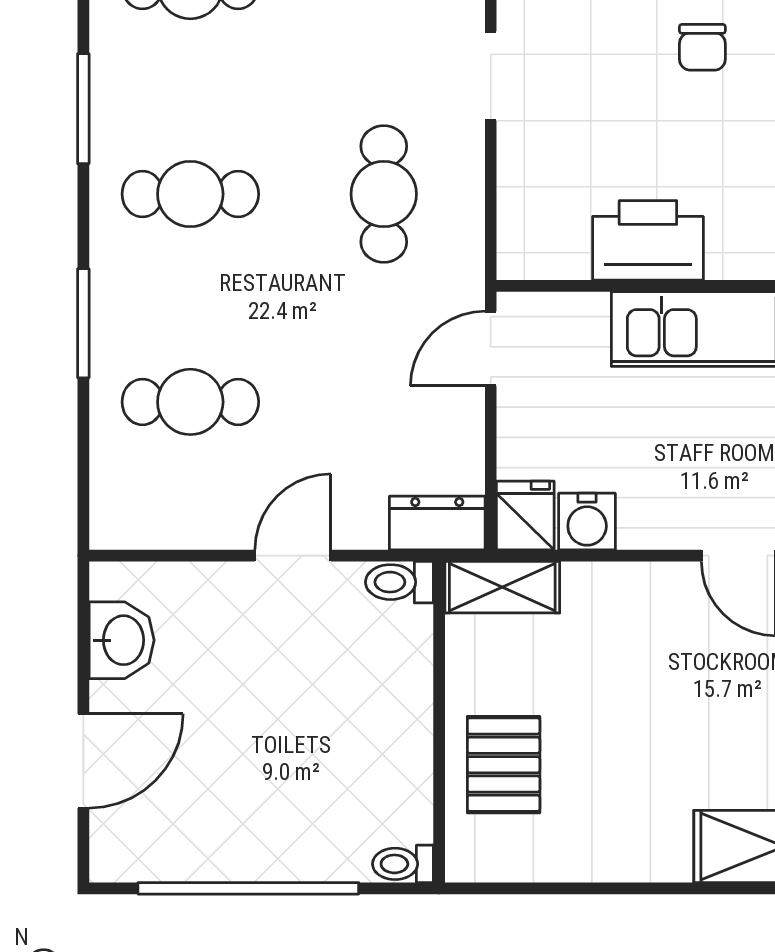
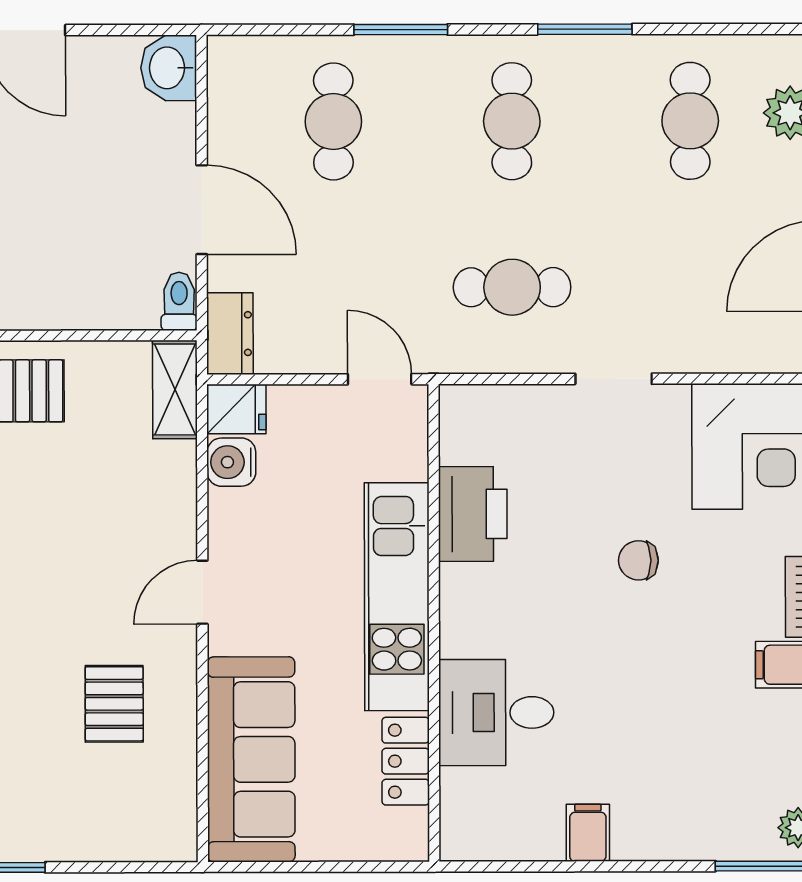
door: (293, 556) -> (202, 210), width x1.38
washbasin: (122, 640) -> (169, 68), moved, turned 90

